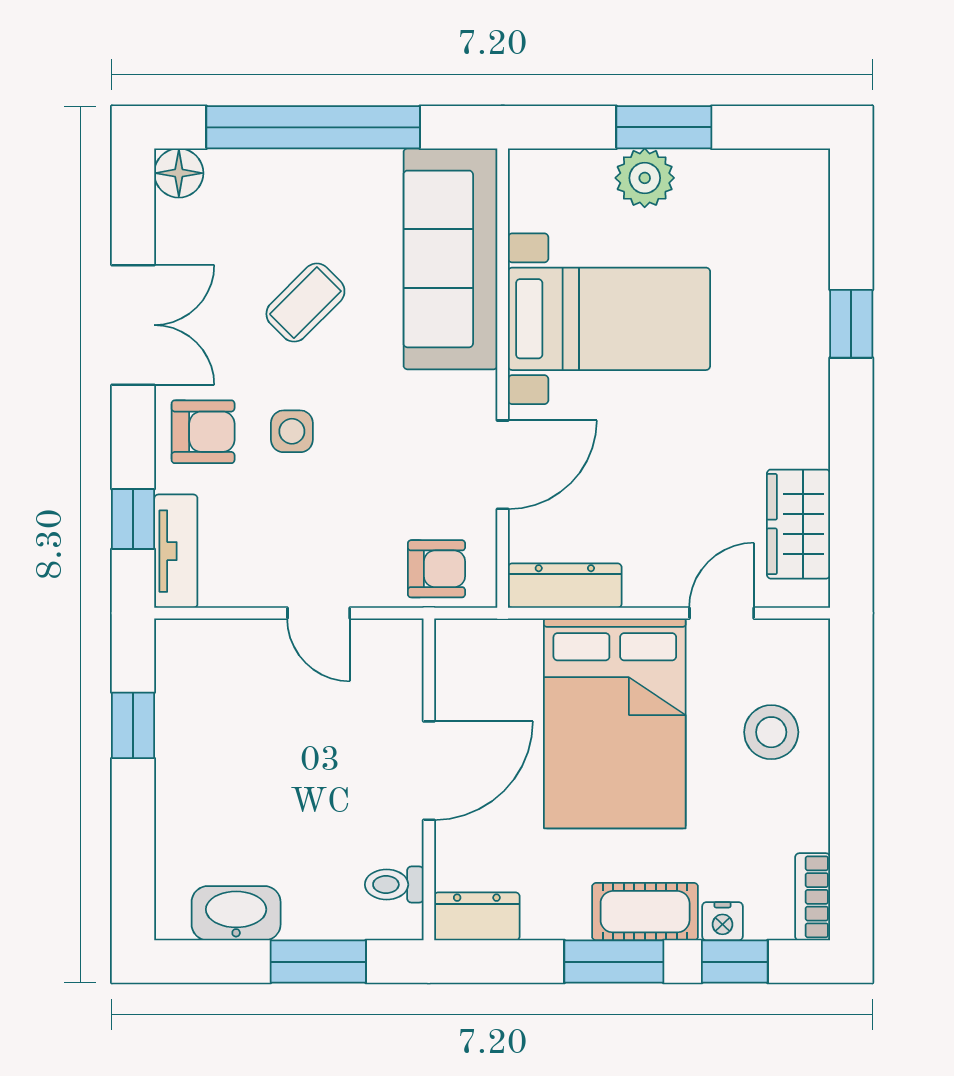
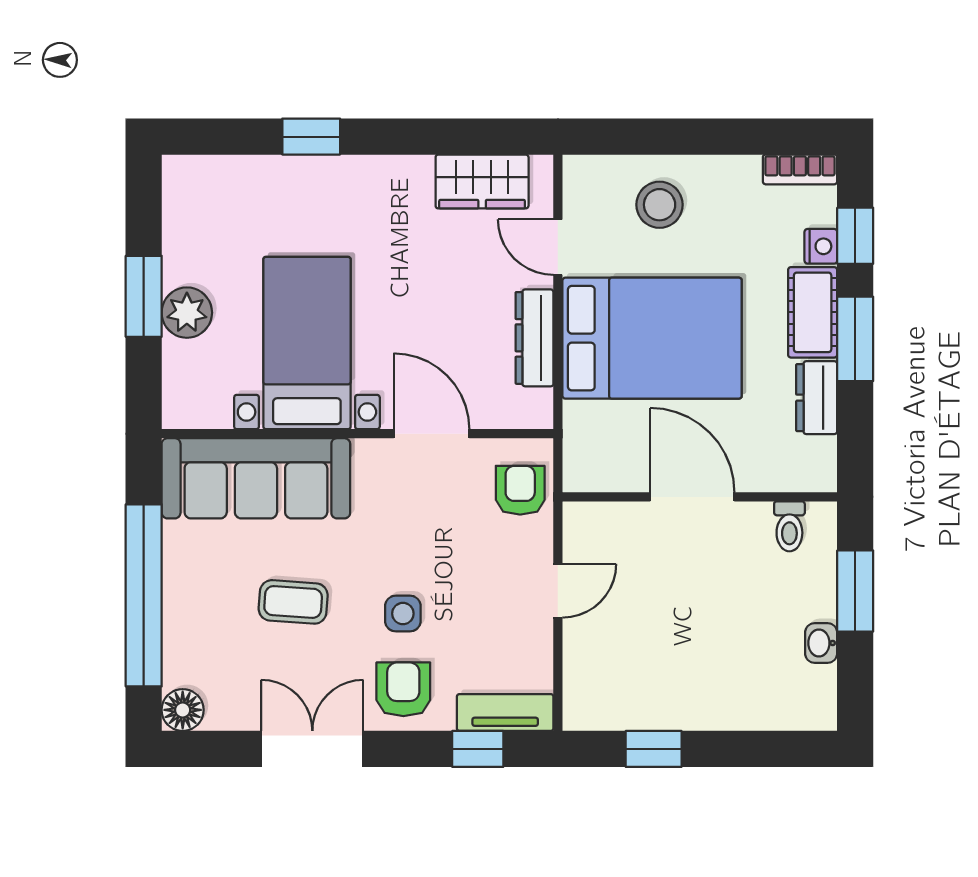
coffee table: (305, 303) -> (293, 602), turned -41
dresser: (565, 586) -> (534, 338), moved
washbasin: (236, 913) -> (821, 643), width x0.52, depth x0.69
dresser: (477, 916) -> (817, 398), moved

